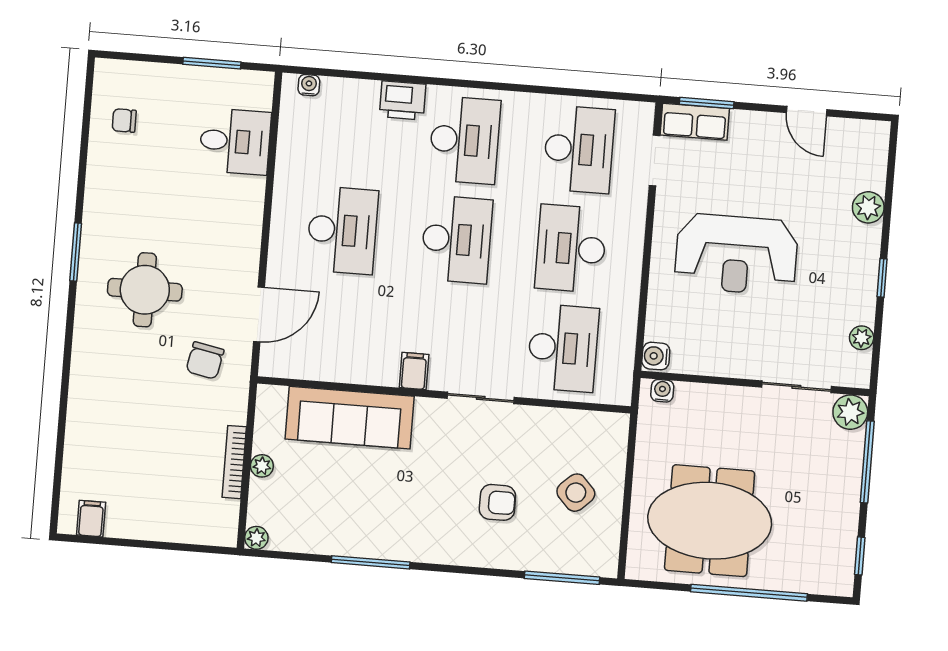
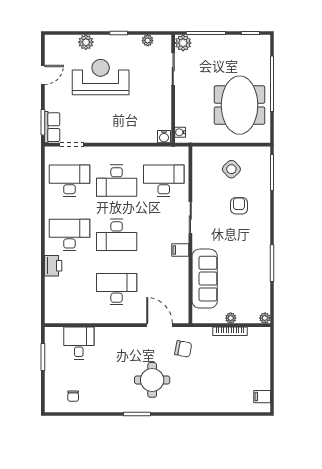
water cooler: (309, 85) -> (49, 310), removed
desk: (457, 239) -> (117, 235), turned 180
reception desk: (736, 254) -> (101, 77), moved, turned -90

